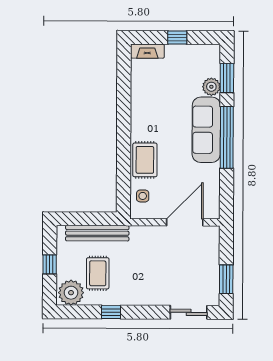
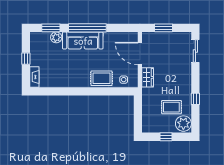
bench: (97, 233) -> (147, 107), removed
wardrobe: (146, 235) -> (148, 77), added
window: (226, 279) -> (164, 28), moved

